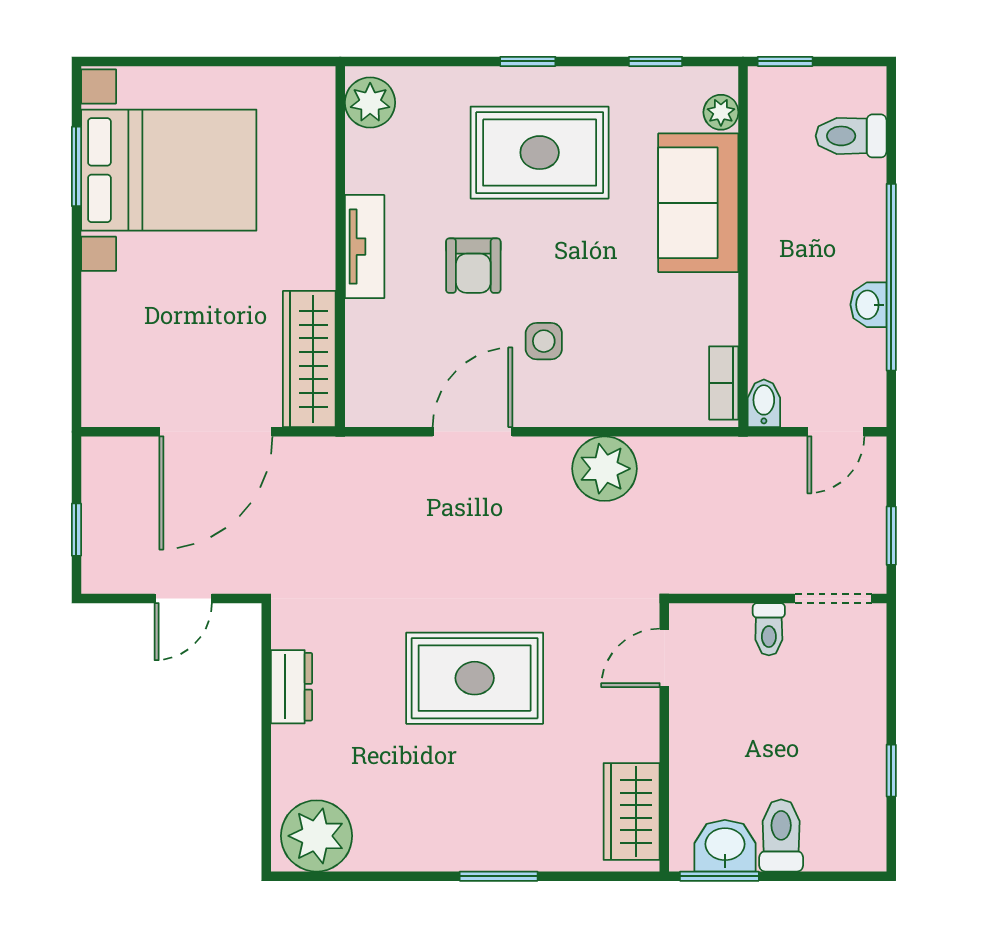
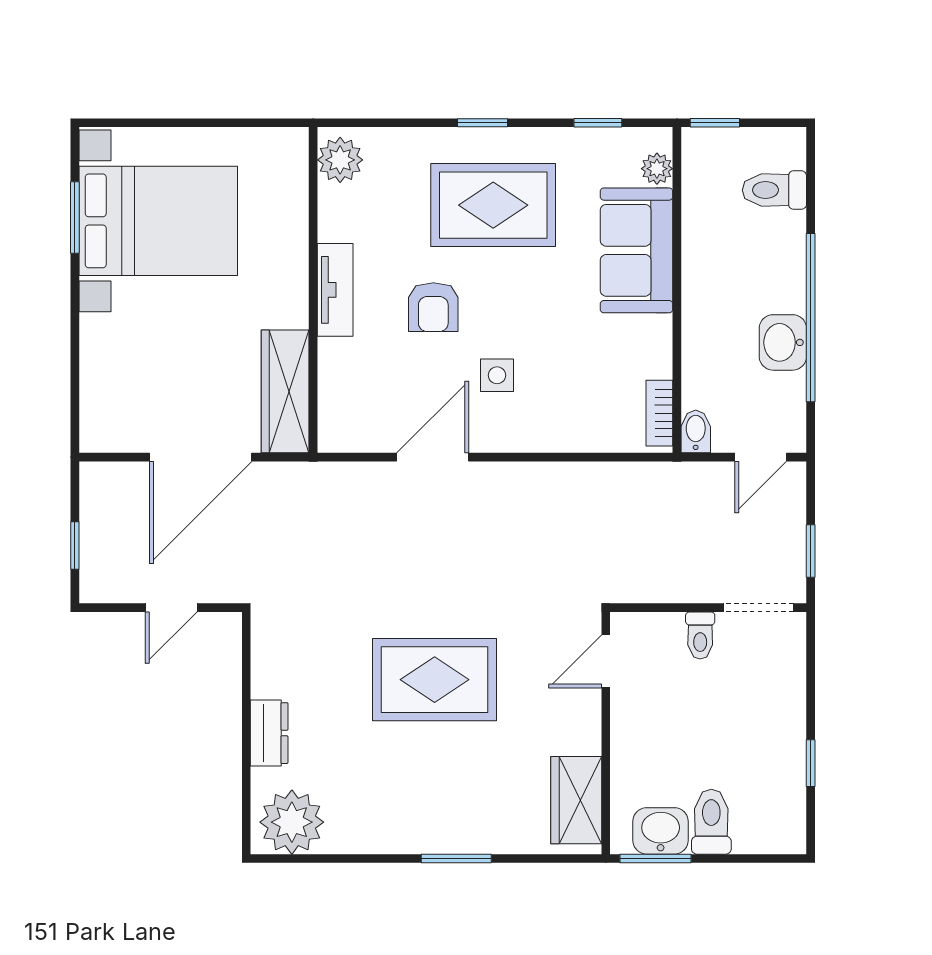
washbasin: (868, 305) -> (783, 342), width x1.38, depth x1.45
plant: (605, 469) -> (552, 490), removed
dresser: (291, 687) -> (269, 733), moved

